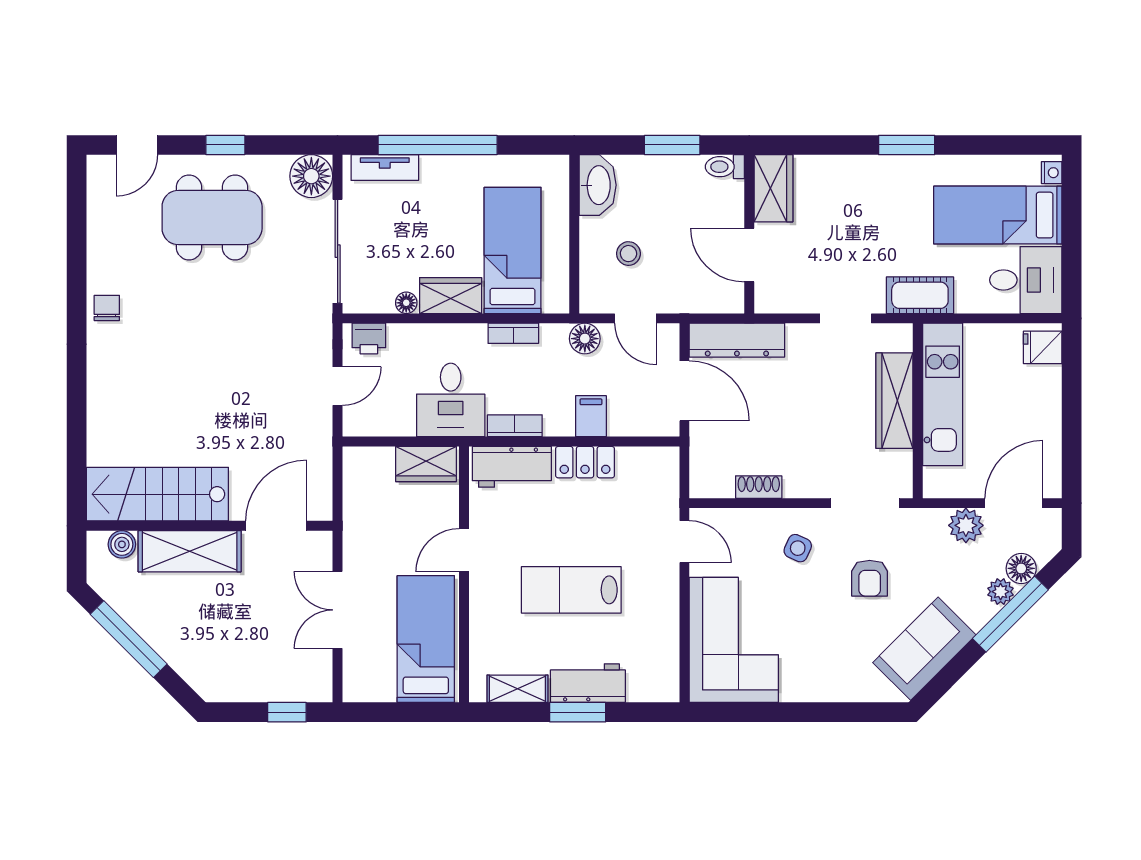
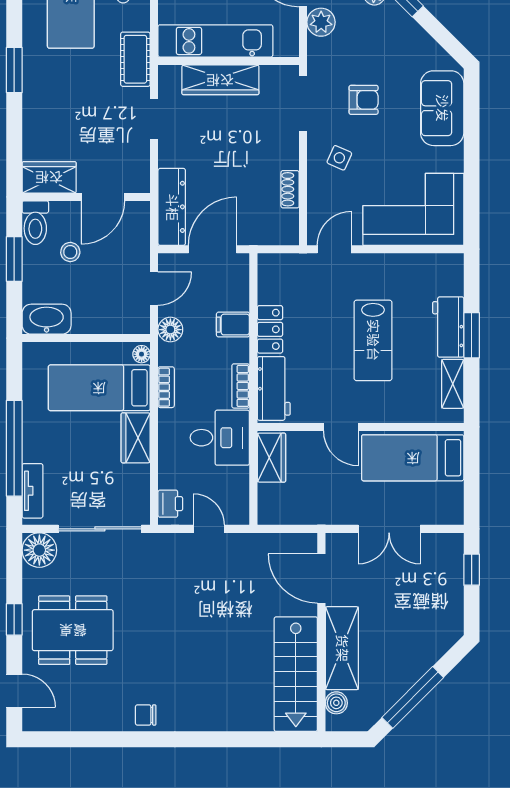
toilet: (725, 167) -> (35, 223), width x1.37, depth x1.39
dining table: (212, 217) -> (73, 630), turned 90
stool: (629, 254) -> (70, 252), moved
floor lamp: (406, 303) -> (142, 354), moved
sofa: (924, 649) -> (442, 108), moved, turned 45

